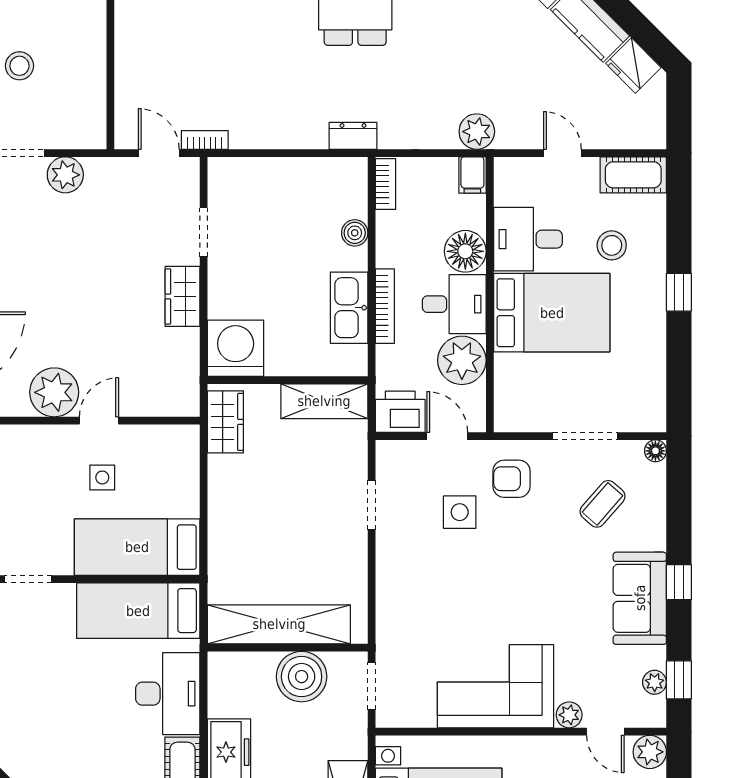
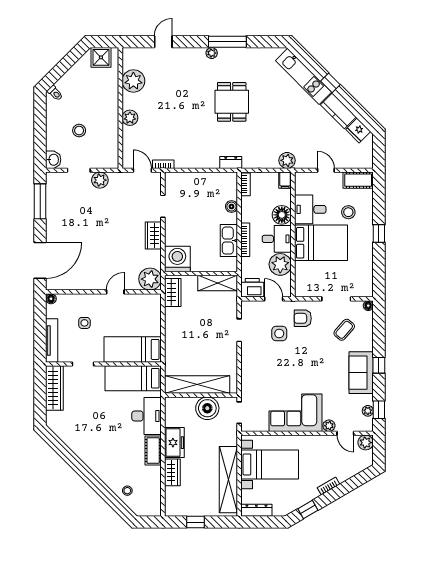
plant: (131, 38) -> (130, 118), added
plant: (54, 392) -> (150, 279), moved
side table: (102, 477) -> (84, 323), moved

